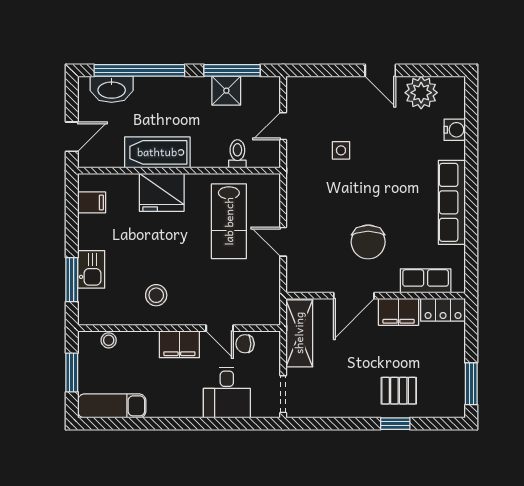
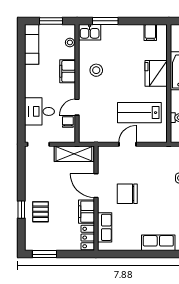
row of seats: (452, 202) -> (158, 243), width x0.68
kitchen sink: (91, 269) -> (90, 32), moved
filing cabinet: (179, 344) -> (68, 71), moved

